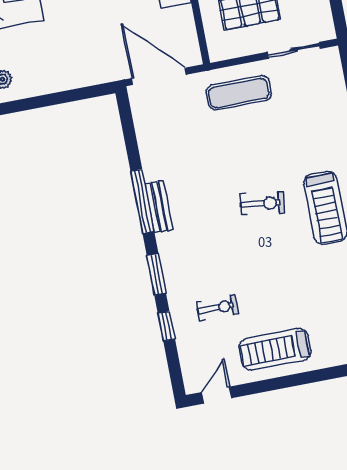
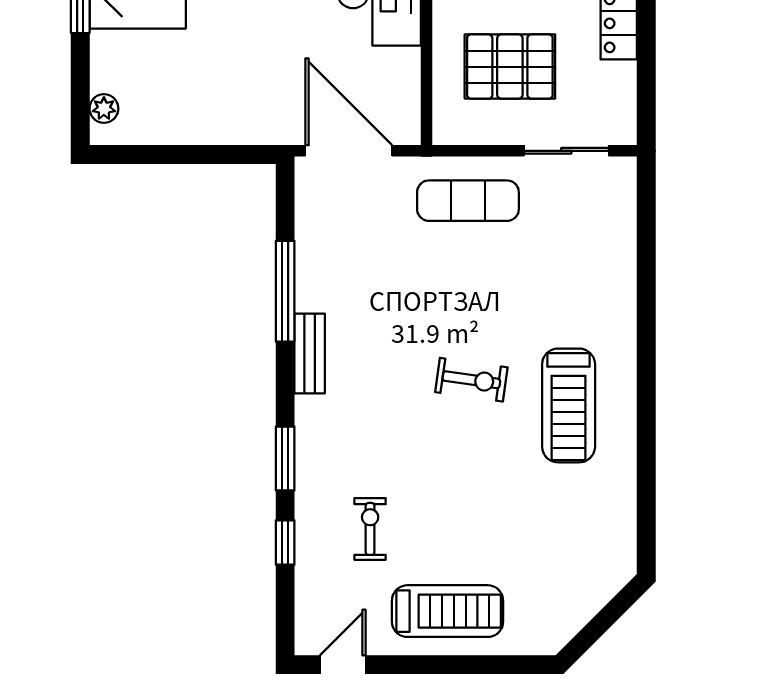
window: (142, 201) -> (285, 291), moved
exercise bike: (217, 308) -> (370, 529), turned -90
treadmill: (275, 349) -> (448, 611), turned 180

